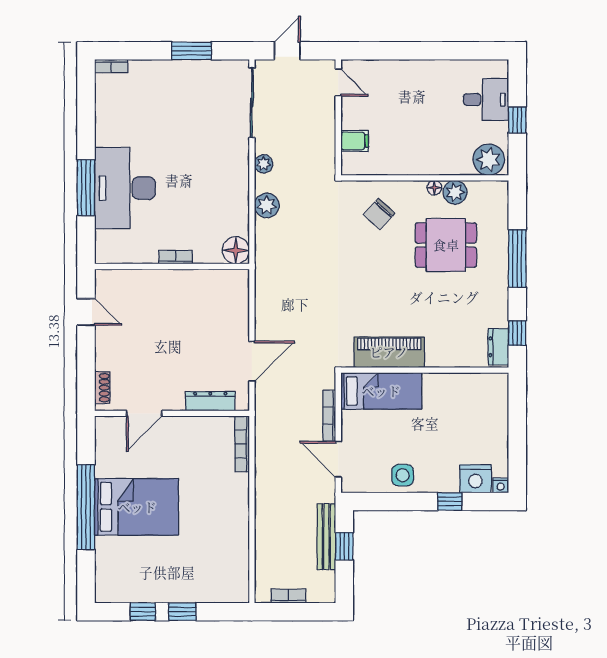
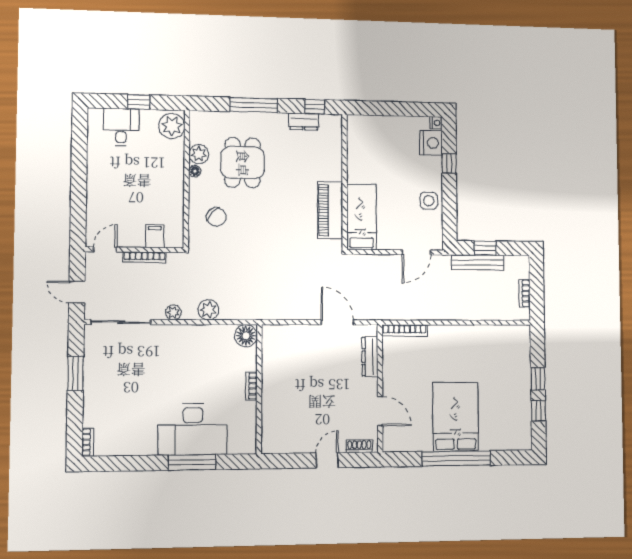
door: (86, 312) -> (327, 460), moved
dresser: (498, 347) -> (304, 121), moved
bookcase: (329, 416) -> (145, 257), moved

